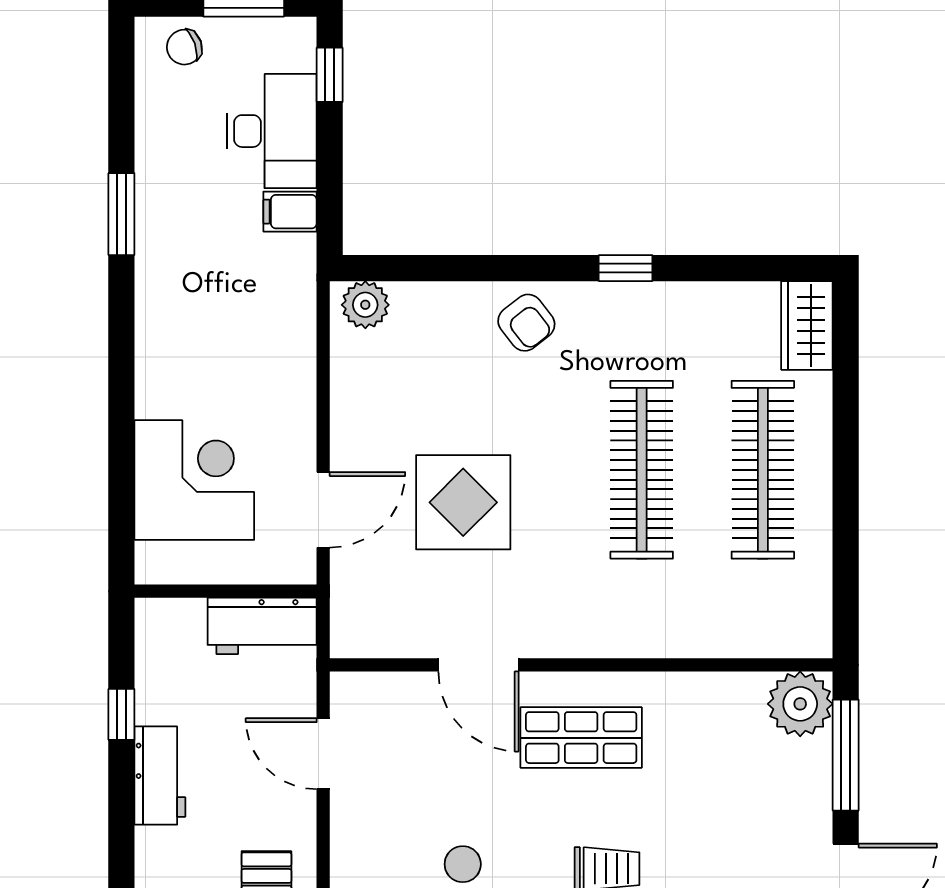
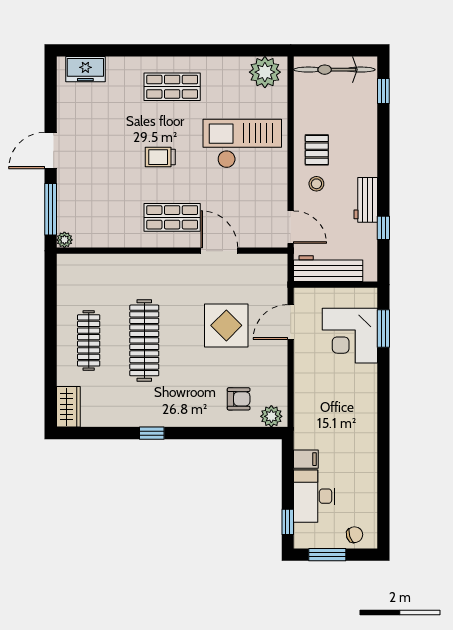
window: (121, 214) -> (383, 329), moved
armchair: (526, 323) -> (239, 399), moved, turned 128
clothes rail: (763, 470) -> (89, 340), width x0.73, depth x0.76
workbench: (262, 626) -> (328, 269), width x1.38
plant: (800, 704) -> (64, 240), width x0.53, depth x0.53
door: (323, 754) -> (291, 227), moved
stool: (267, 810) -> (316, 184), added

